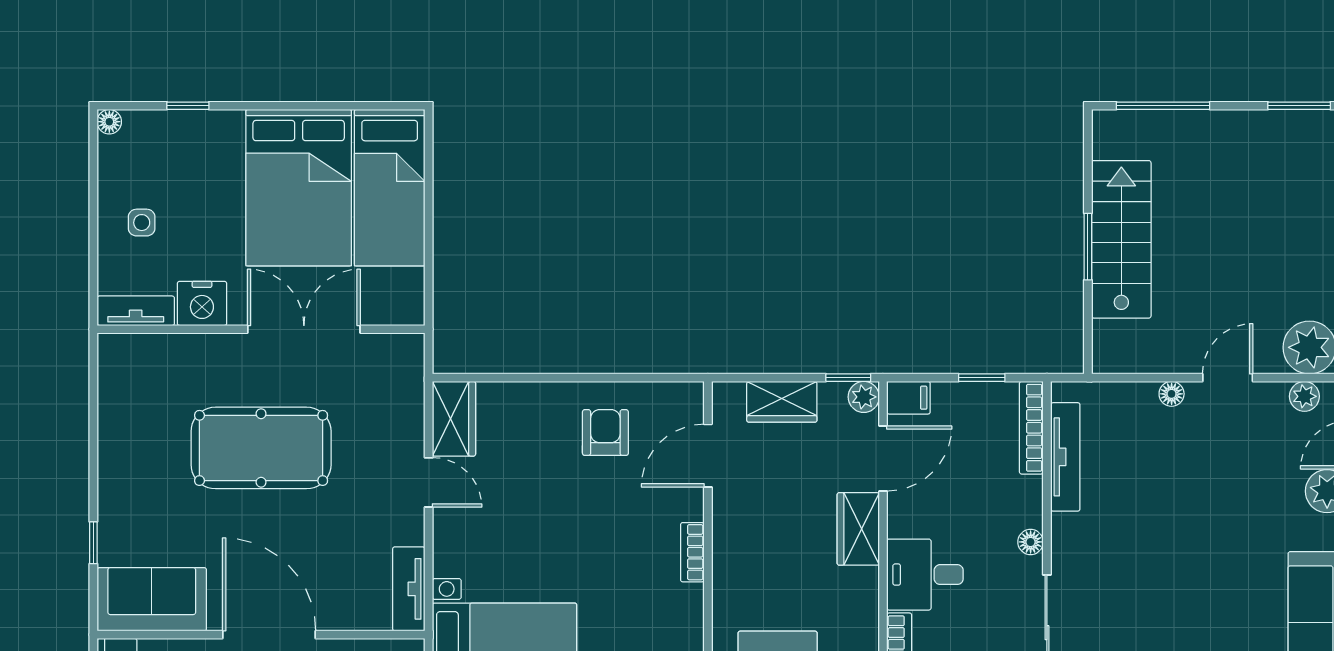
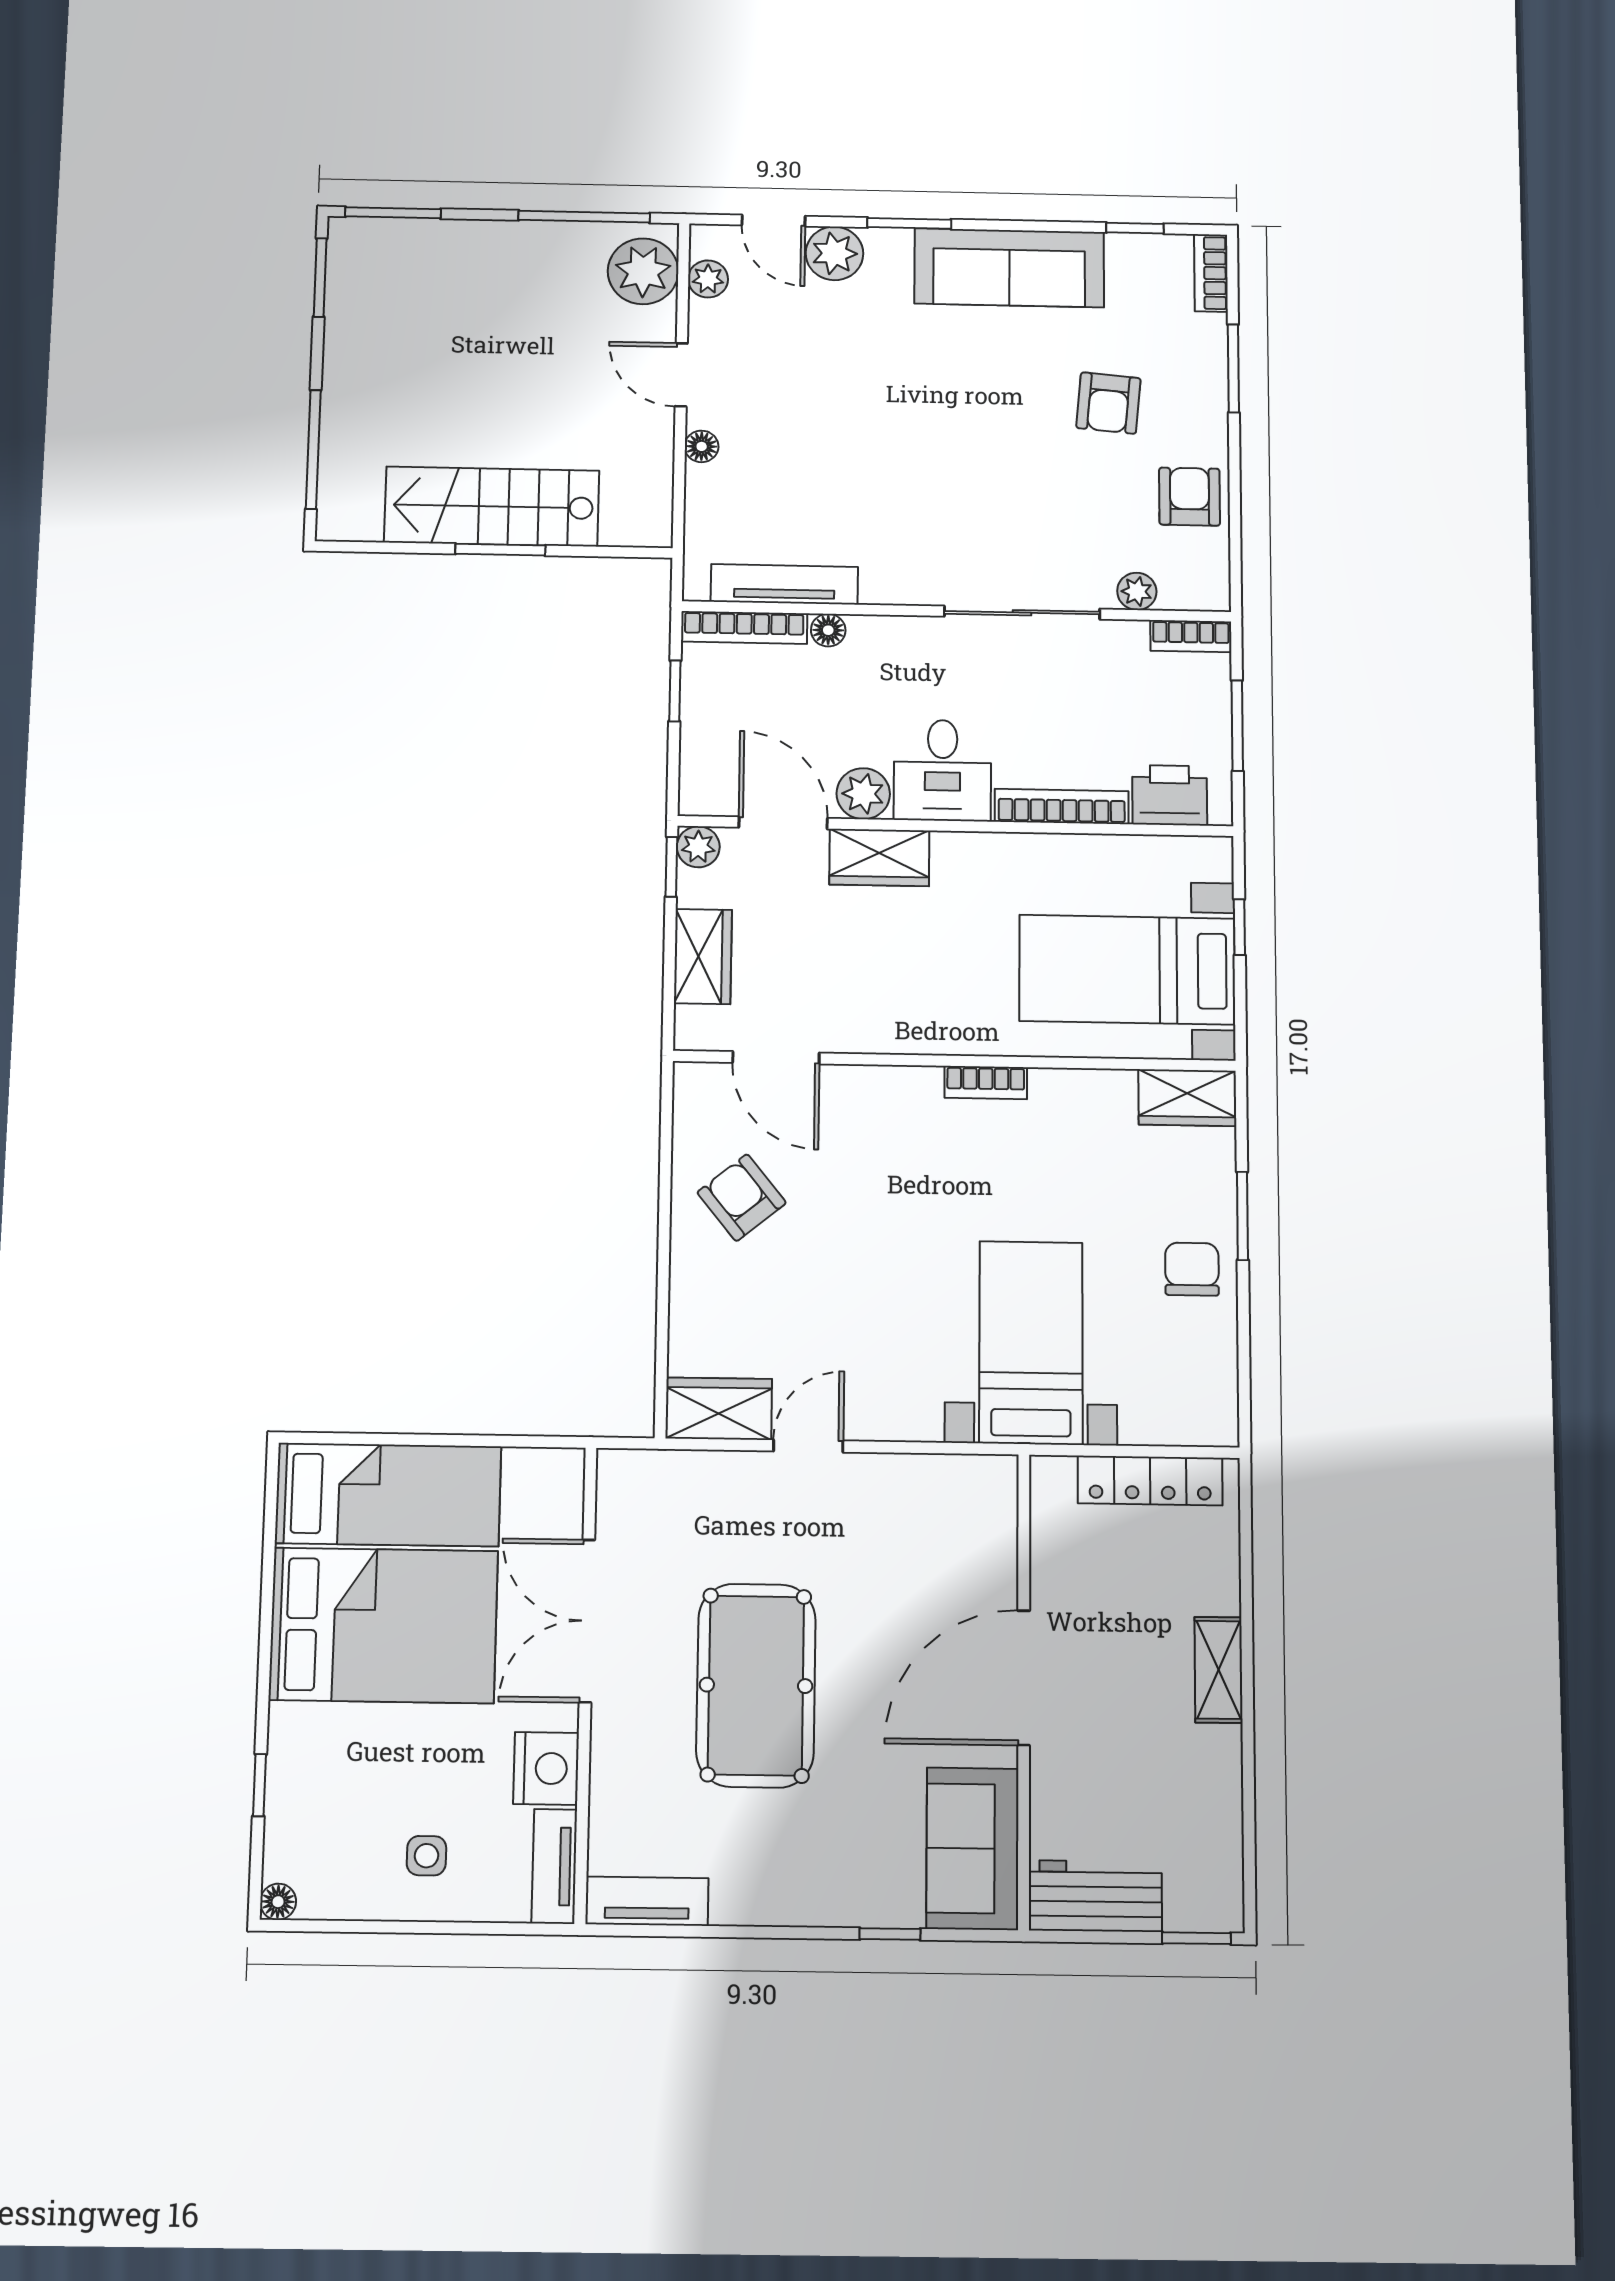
filing cabinet: (908, 398) -> (700, 788), removed
armchair: (605, 433) -> (742, 1198), turned 51
plant: (906, 517) -> (863, 794), added
floor lamp: (1031, 542) -> (828, 630), moved
bookcase: (692, 552) -> (986, 1083), moved
tv unit: (409, 589) -> (647, 1901), moved, turned 180

